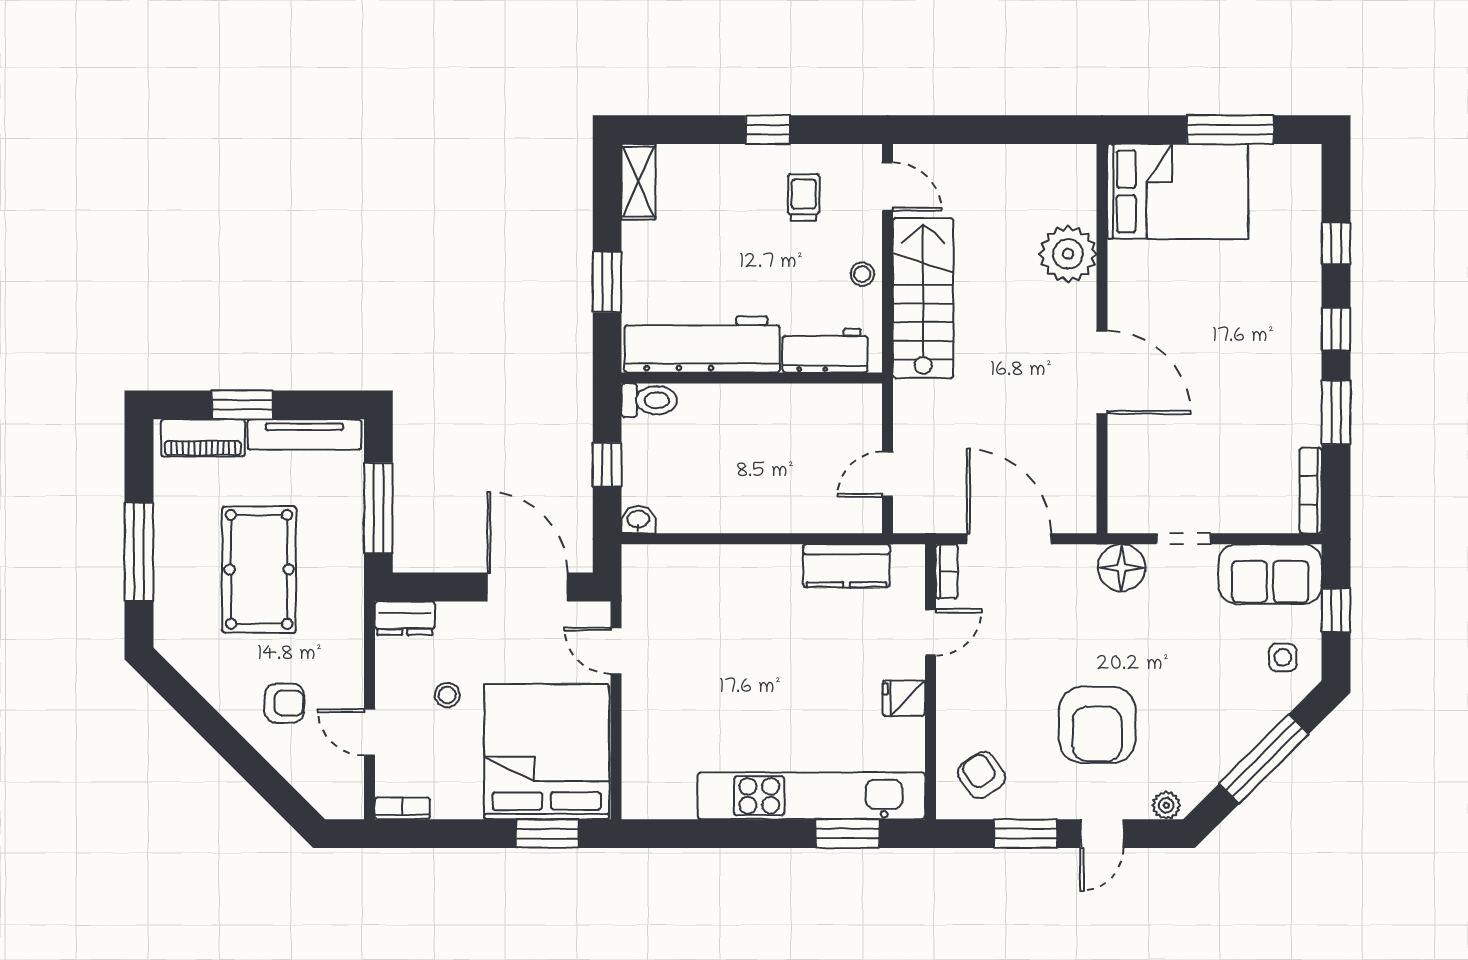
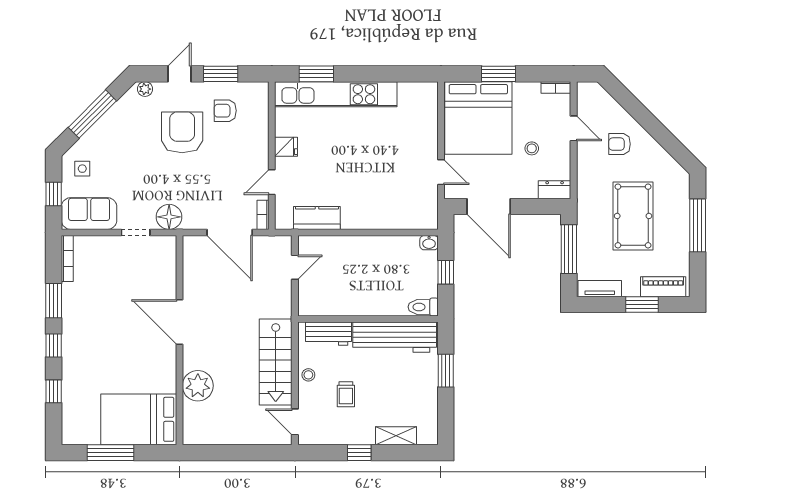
shelving: (638, 182) -> (396, 436), moved, turned 90
trolley: (804, 197) -> (346, 394), moved
tv unit: (304, 434) -> (600, 289), width x0.71
armchair: (982, 775) -> (225, 111), moved, turned 125
window: (547, 834) -> (498, 74), moved

